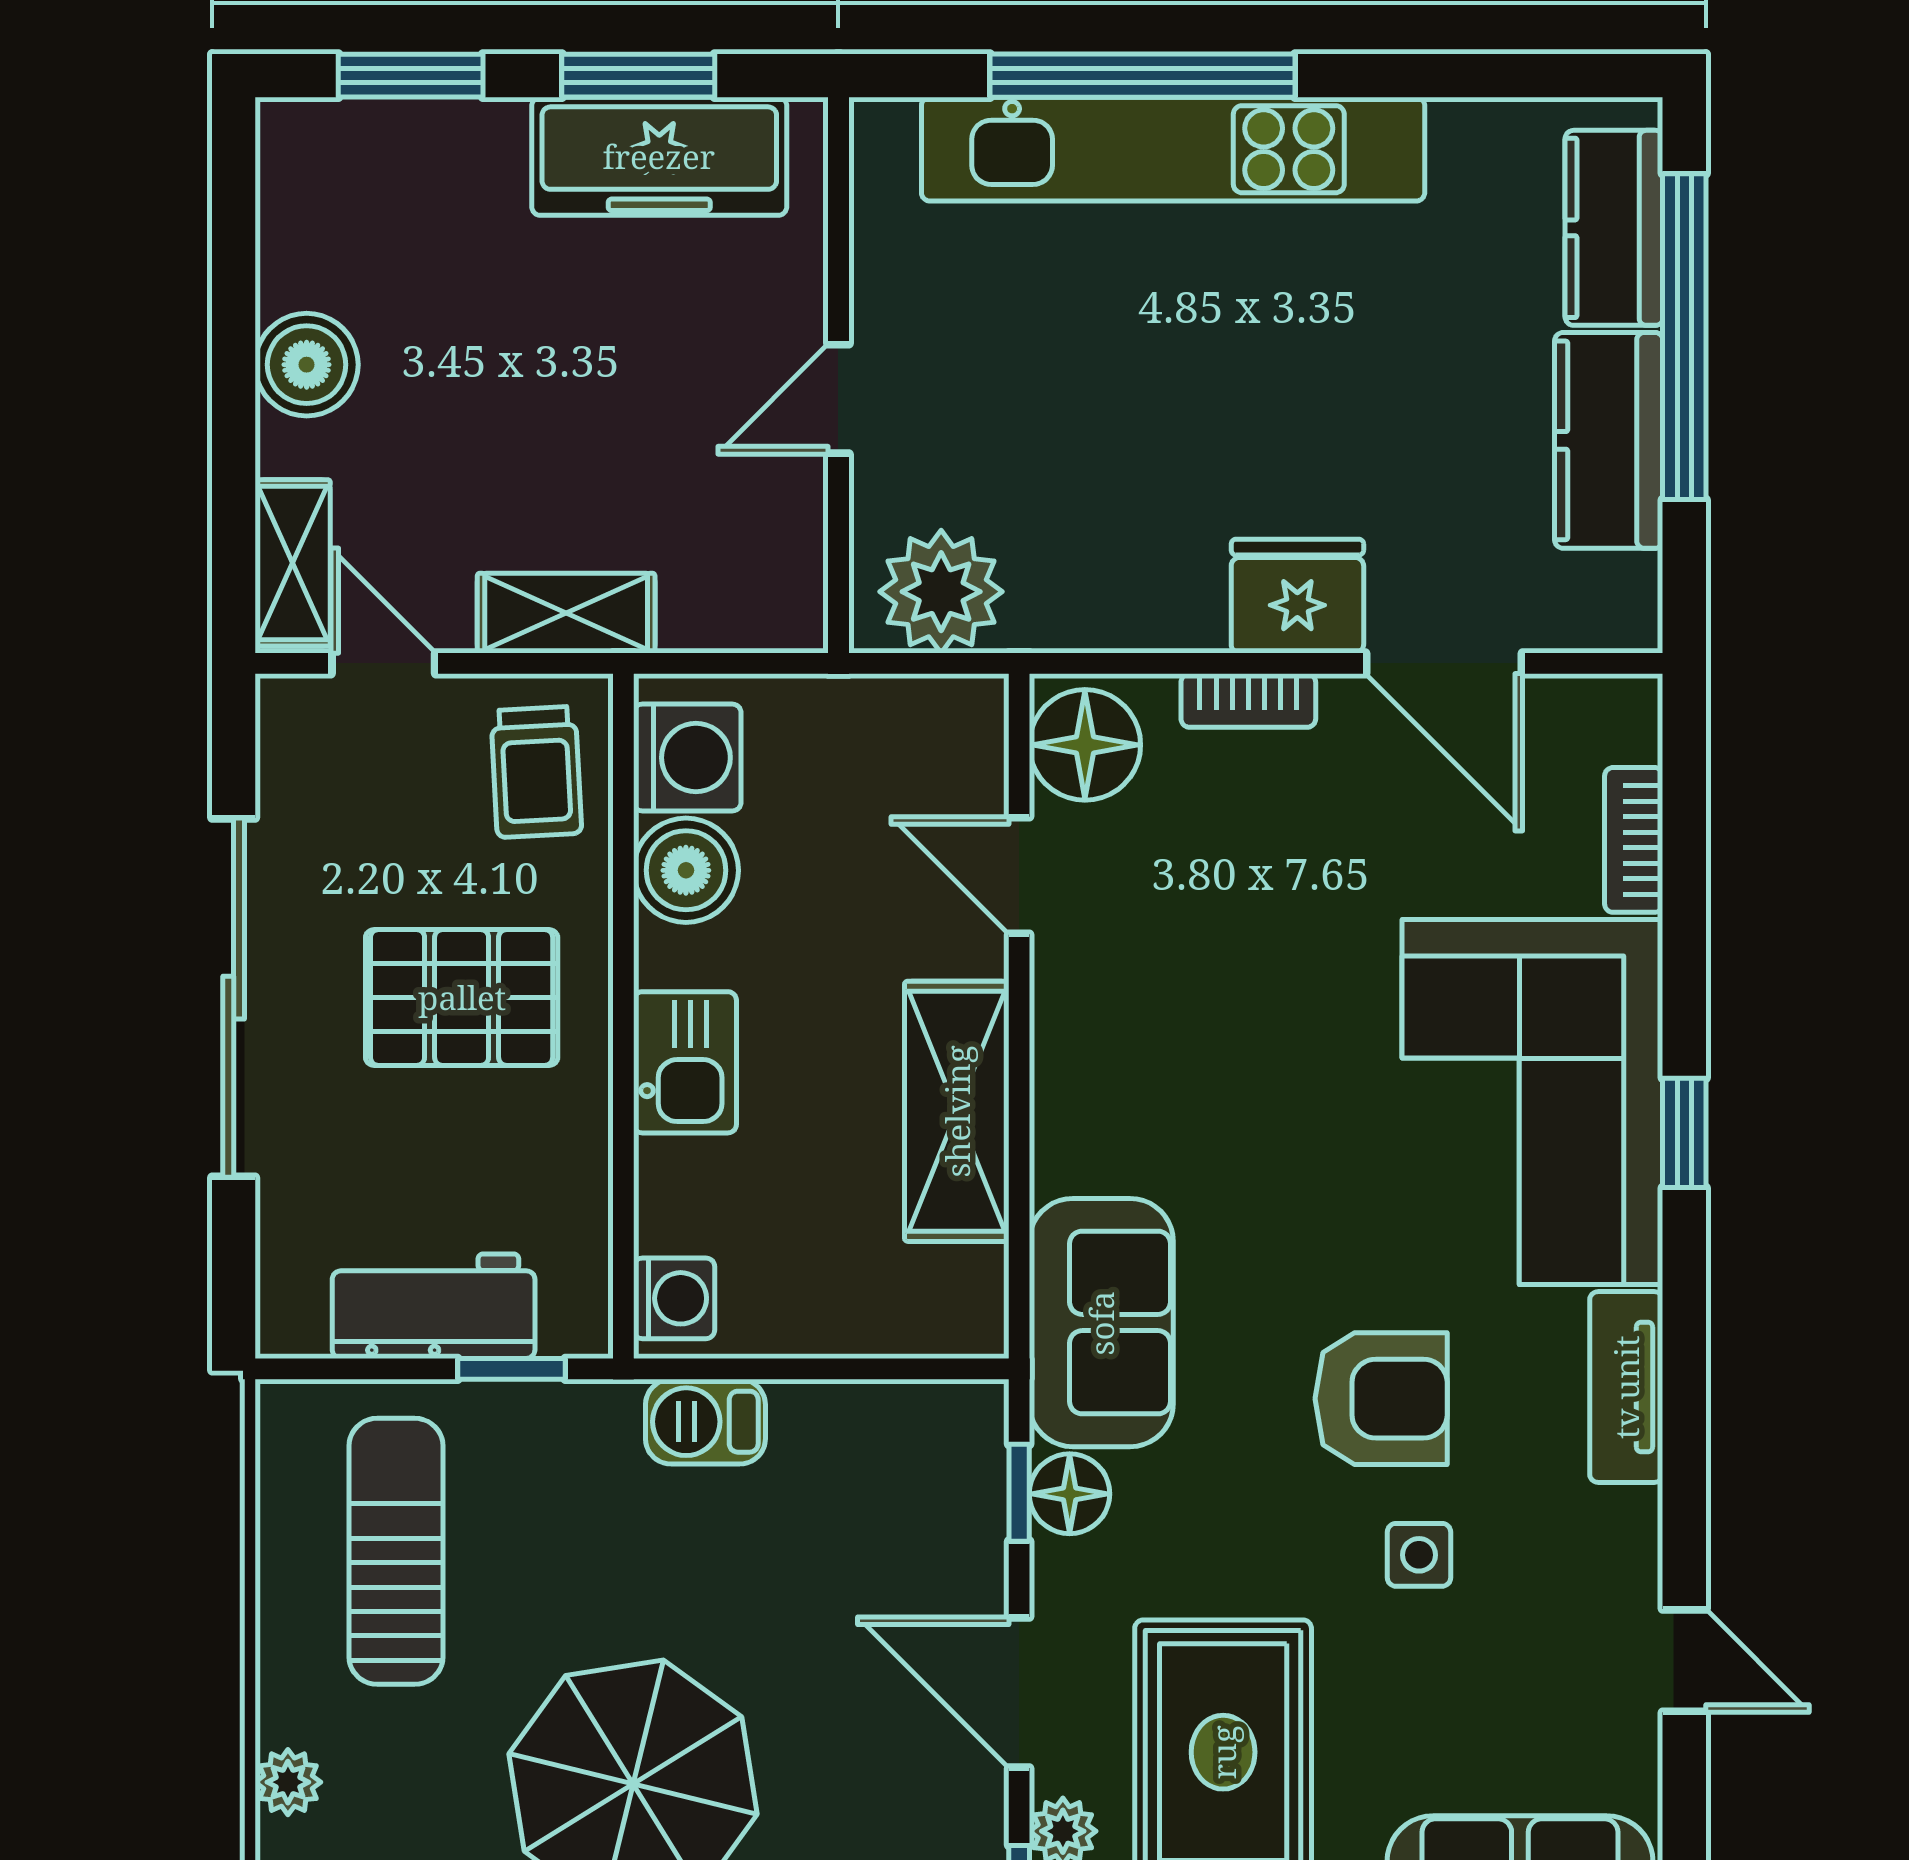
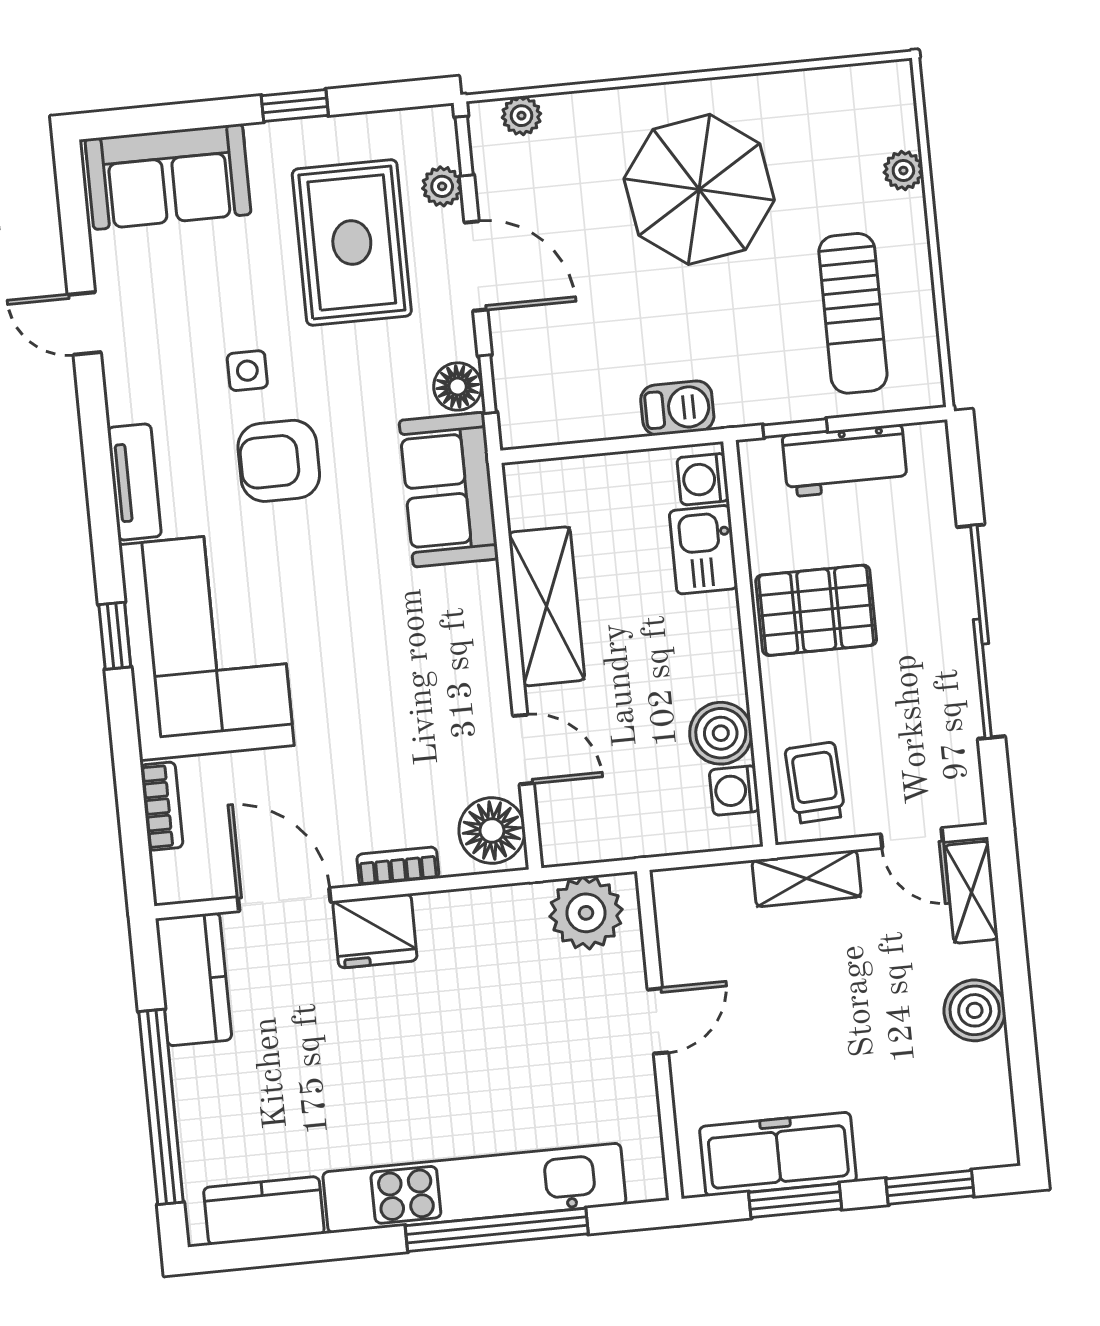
kitchen counter: (1614, 228) -> (264, 1211), moved, turned -90
kitchen counter: (1609, 440) -> (194, 979), moved
washing machine: (687, 758) -> (734, 790), width x0.73, depth x0.73
pallet: (462, 997) -> (816, 610), moved
kitchen sink: (685, 1062) -> (703, 550), moved

